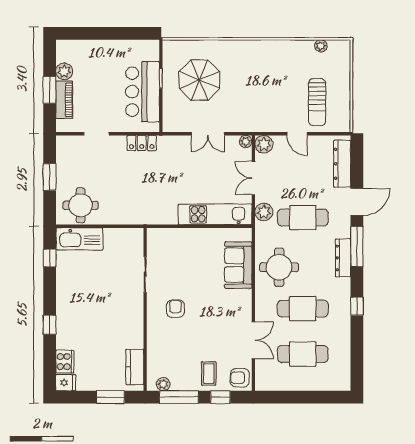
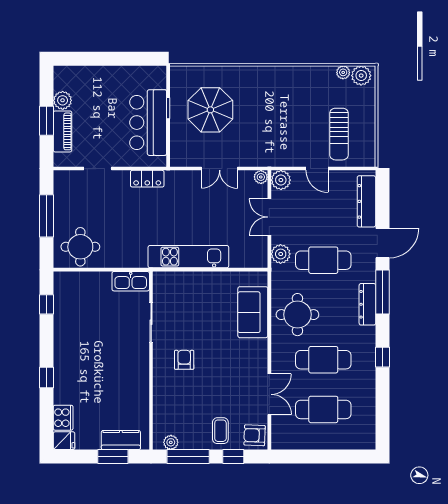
plant: (337, 49) -> (361, 76), added
window: (50, 177) -> (46, 216), width x1.44
kitchen unit: (215, 214) -> (188, 257), moved
kitchen sink: (80, 239) -> (131, 281), moved, width x0.73, depth x0.81
kitchen counter: (135, 367) -> (121, 440), moved, turned 90

